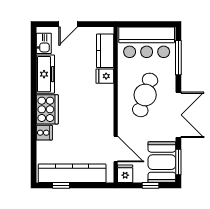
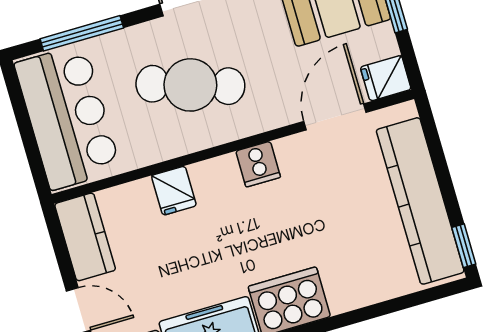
kitchen counter: (105, 51) -> (85, 237), moved, turned -90
cooker: (44, 133) -> (258, 164), moved, turned 180
window: (61, 185) -> (464, 246), moved

